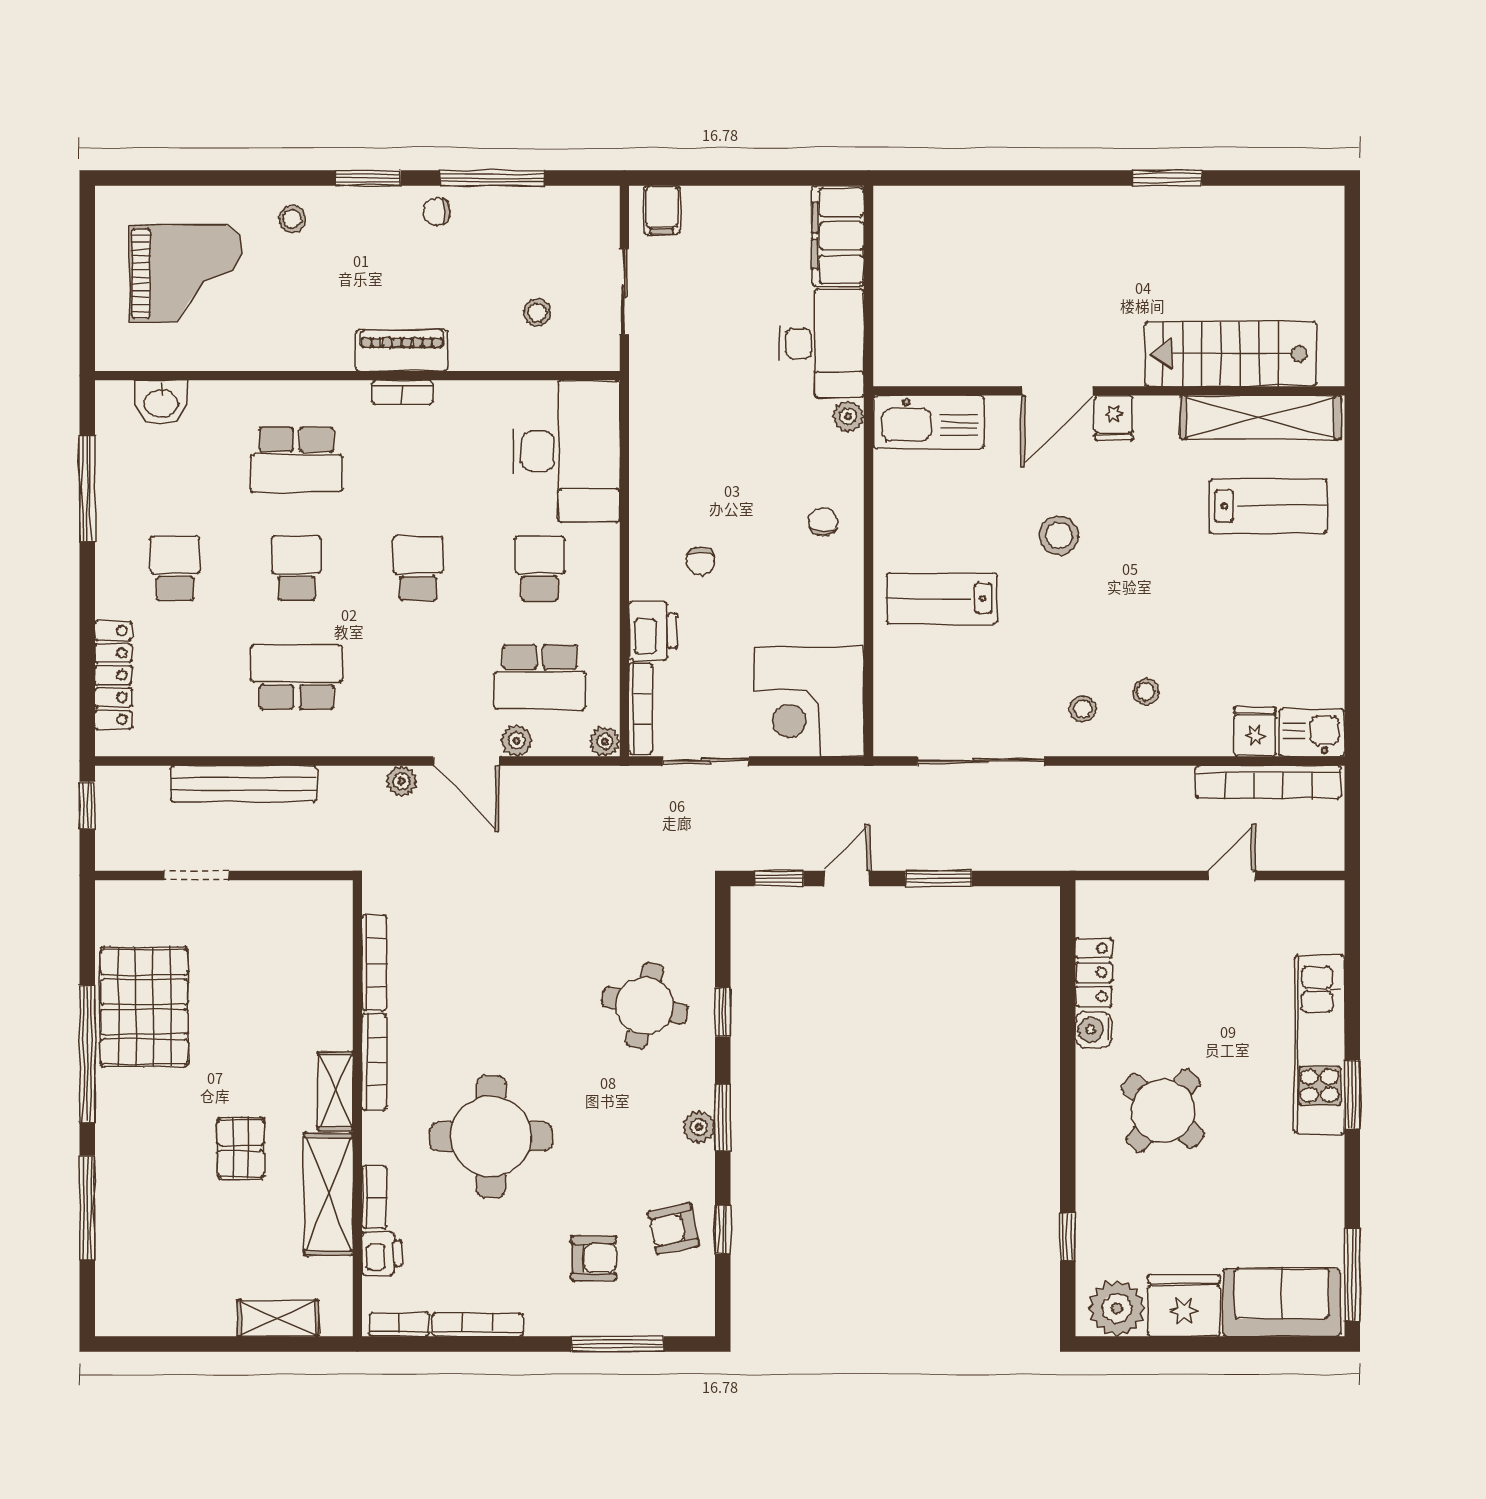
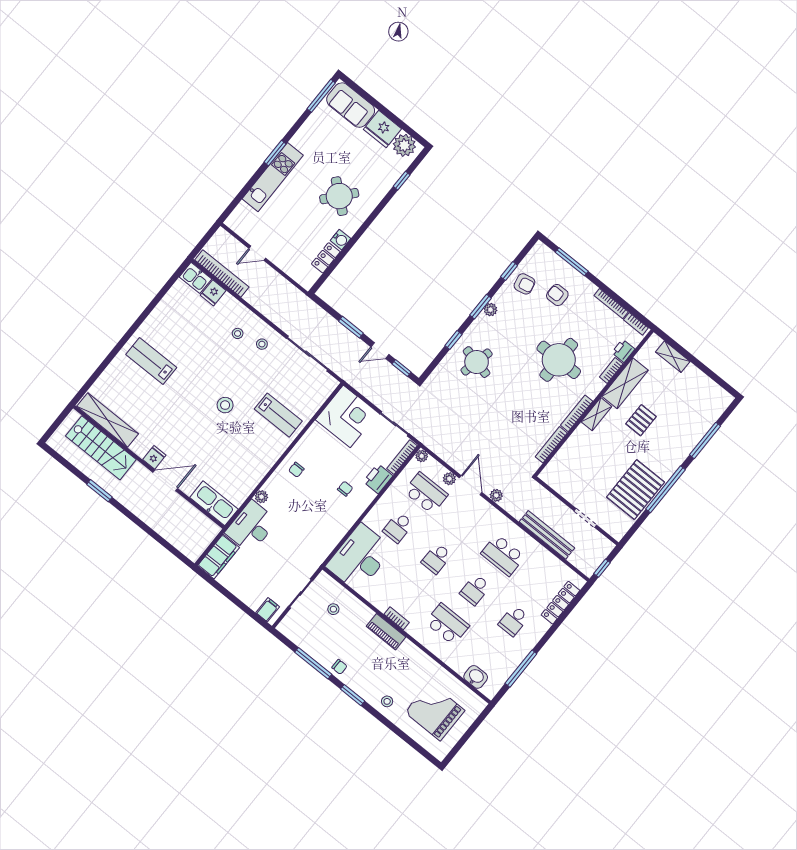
stairs: (1230, 354) -> (101, 448), moved
door: (1057, 391) -> (165, 480), moved
wall: (1109, 391) -> (149, 467), moved
shelving: (1261, 417) -> (108, 420), moved
fridge: (1114, 418) -> (154, 457), moved
kitchen sink: (929, 422) -> (214, 503), moved

